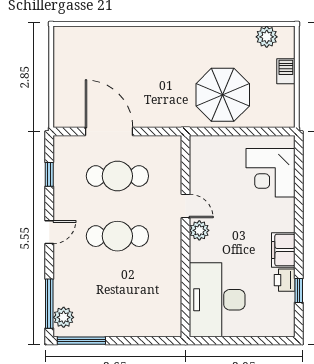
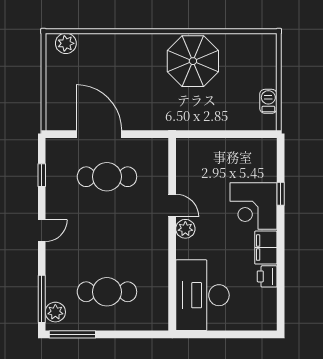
plant: (267, 37) -> (66, 43), moved
barbecue: (286, 71) -> (268, 101), moved
parasol: (223, 95) -> (193, 61), moved
corner desk: (270, 173) -> (254, 206), moved
cafe table: (117, 236) -> (107, 292), moved
window: (299, 290) -> (281, 194), moved

